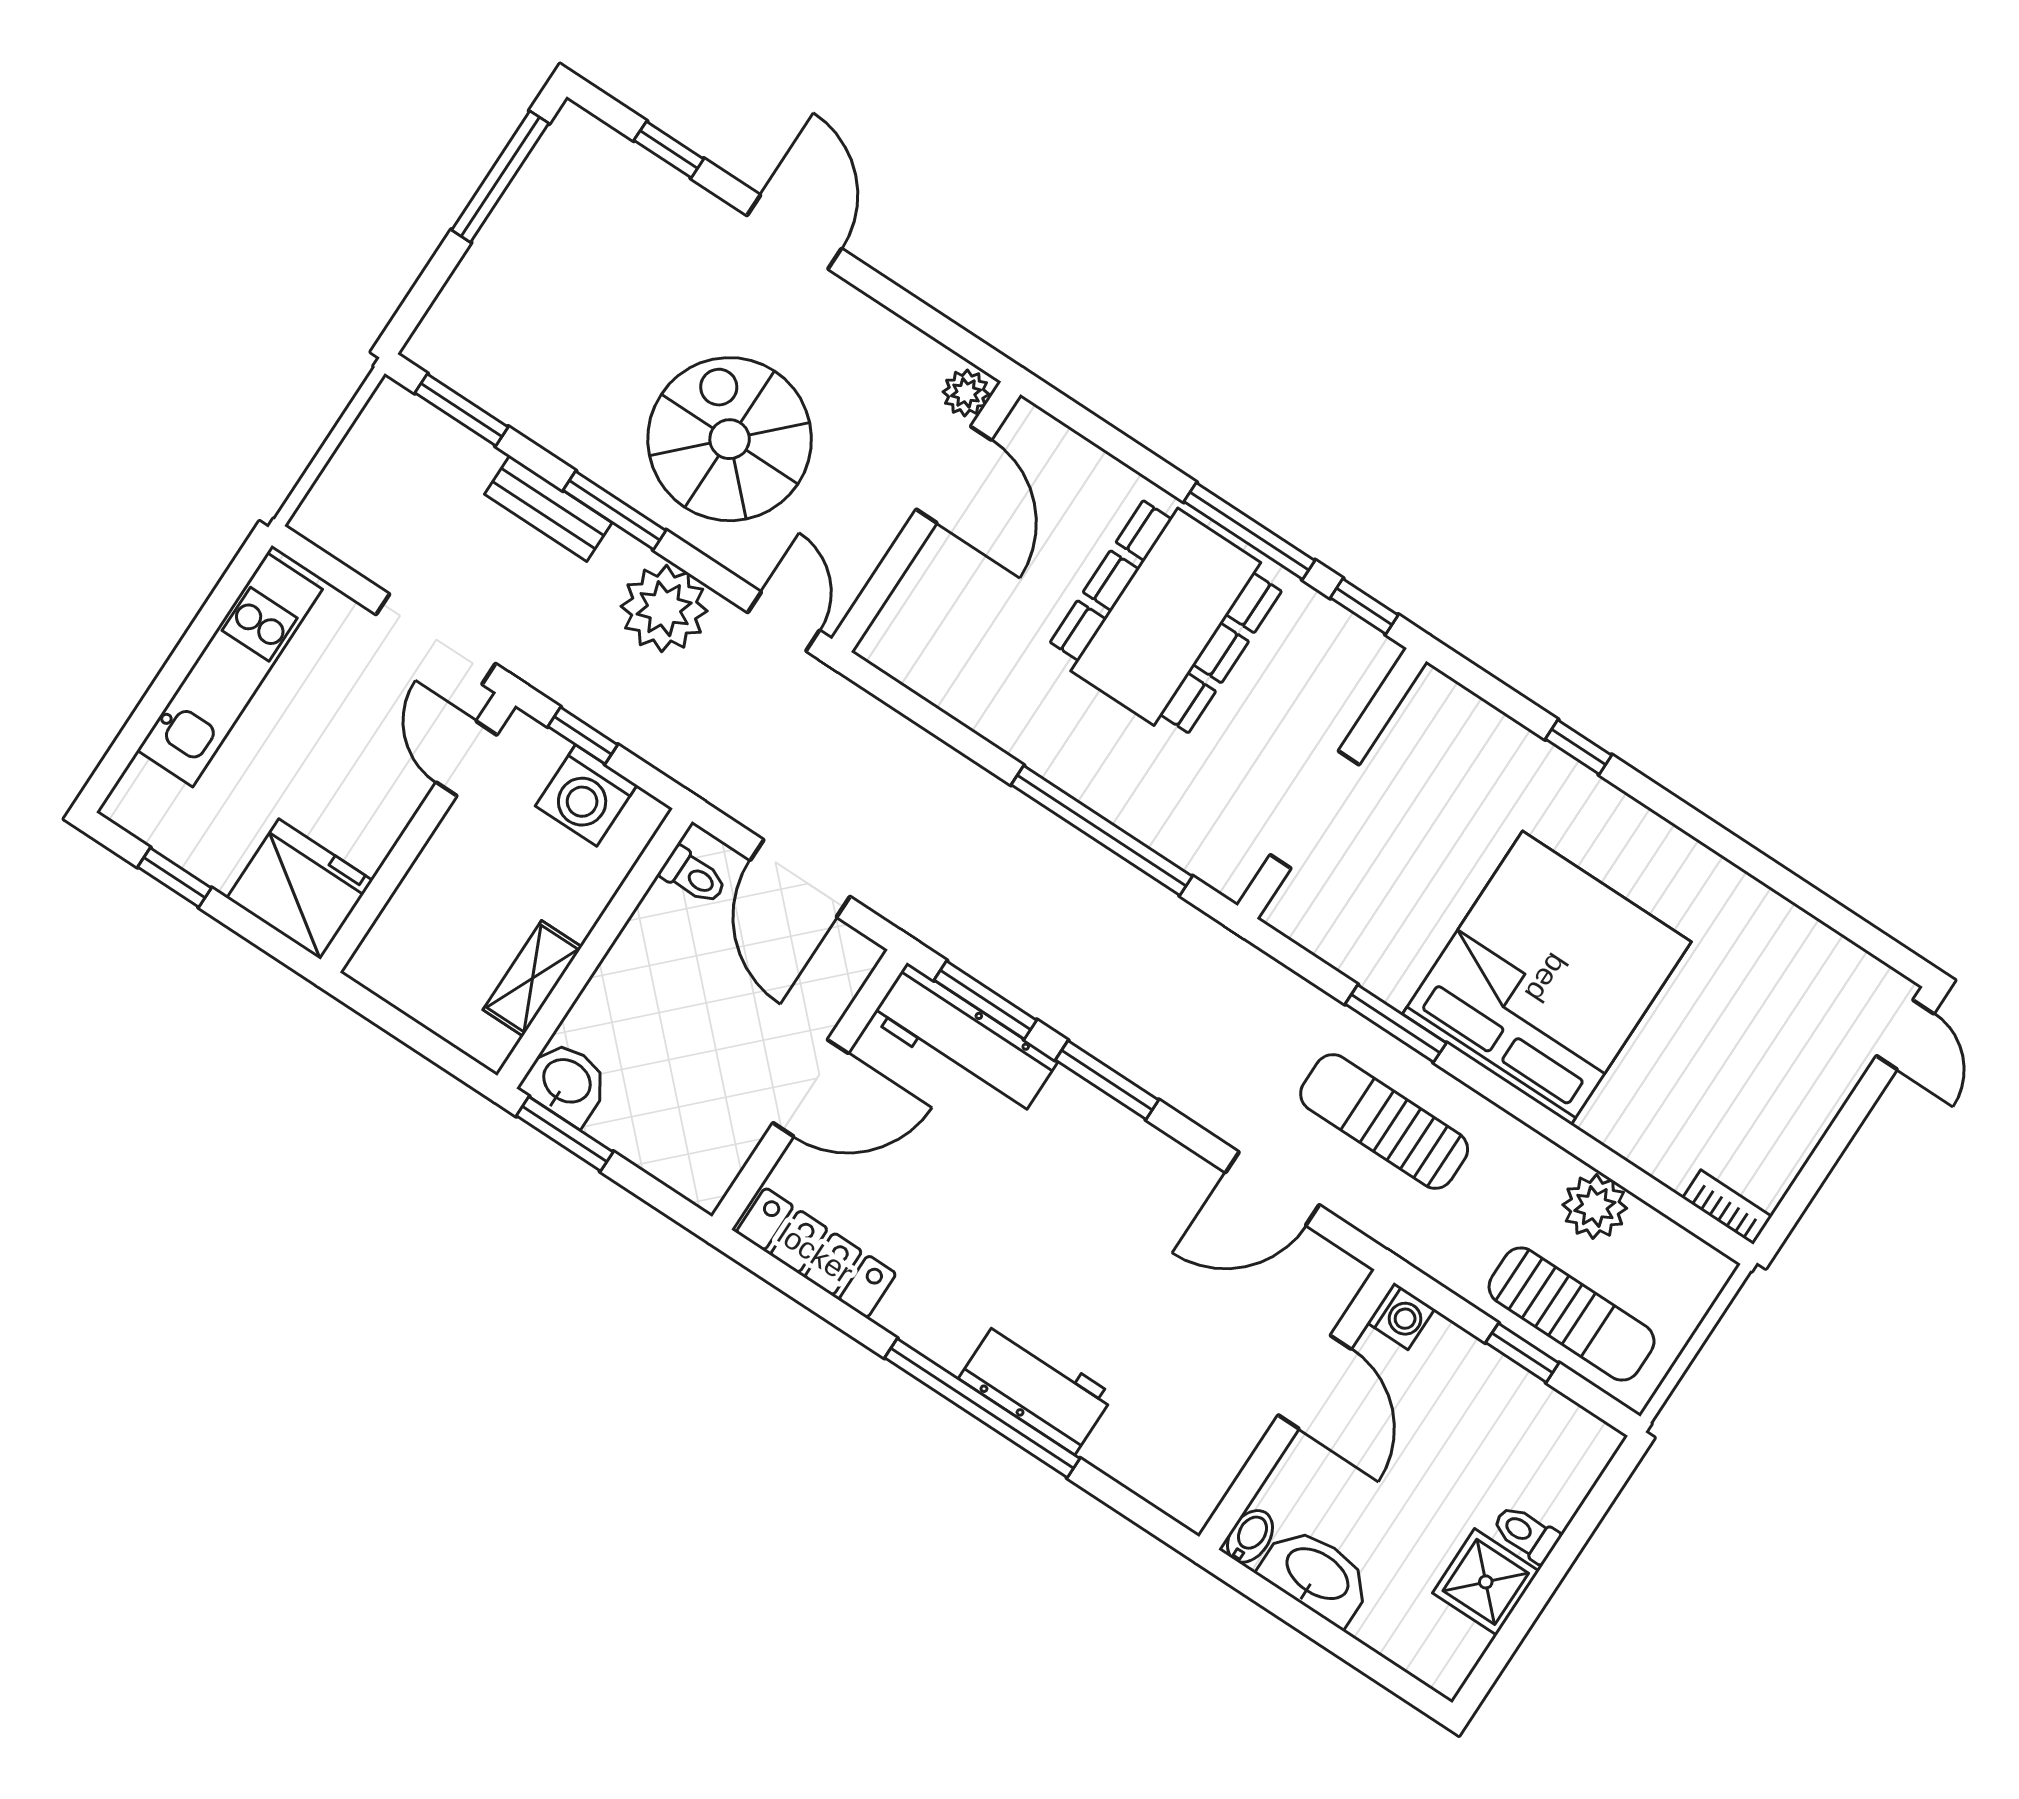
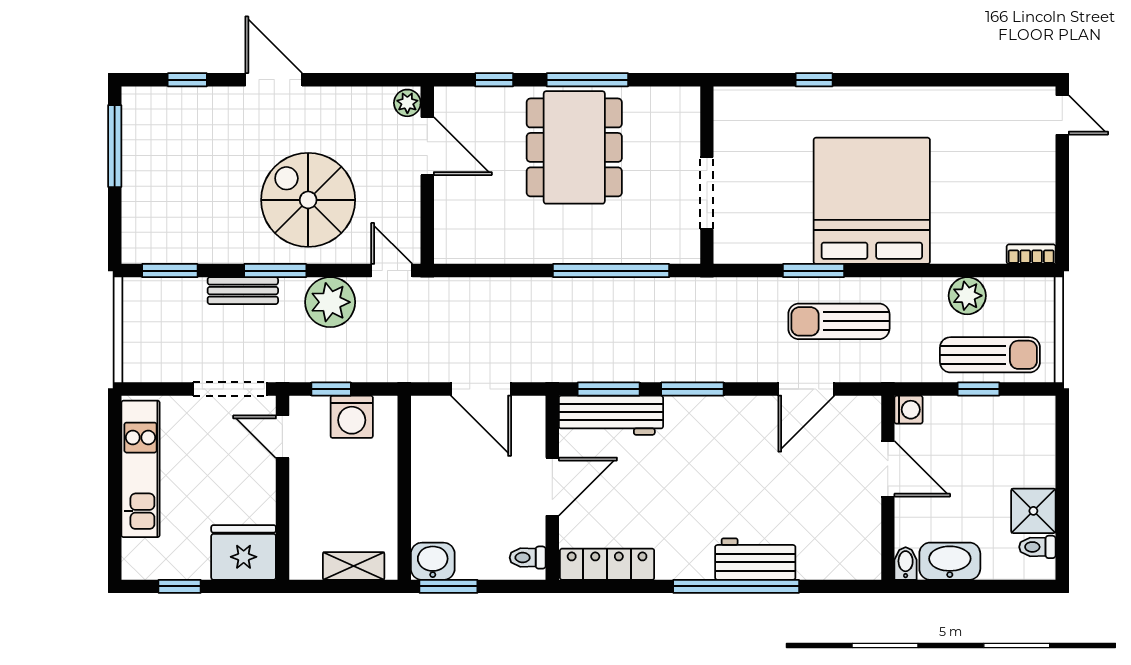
window: (1364, 606) -> (494, 80), moved
toilet: (693, 876) -> (528, 558), moved, turned 180
shelving: (532, 978) -> (354, 566), moved, turned 90
toilet: (1526, 1533) -> (1037, 547), moved

